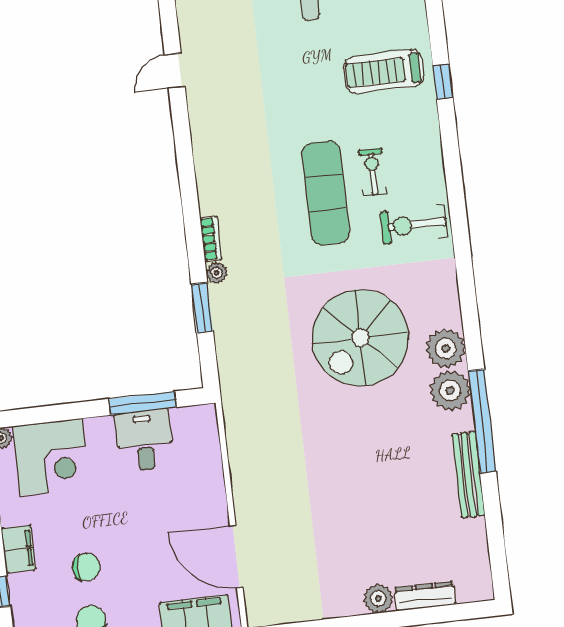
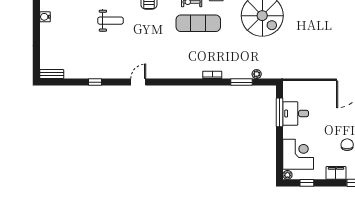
door: (175, 71) -> (138, 82), swing flipped
plant: (217, 273) -> (257, 74), moved

